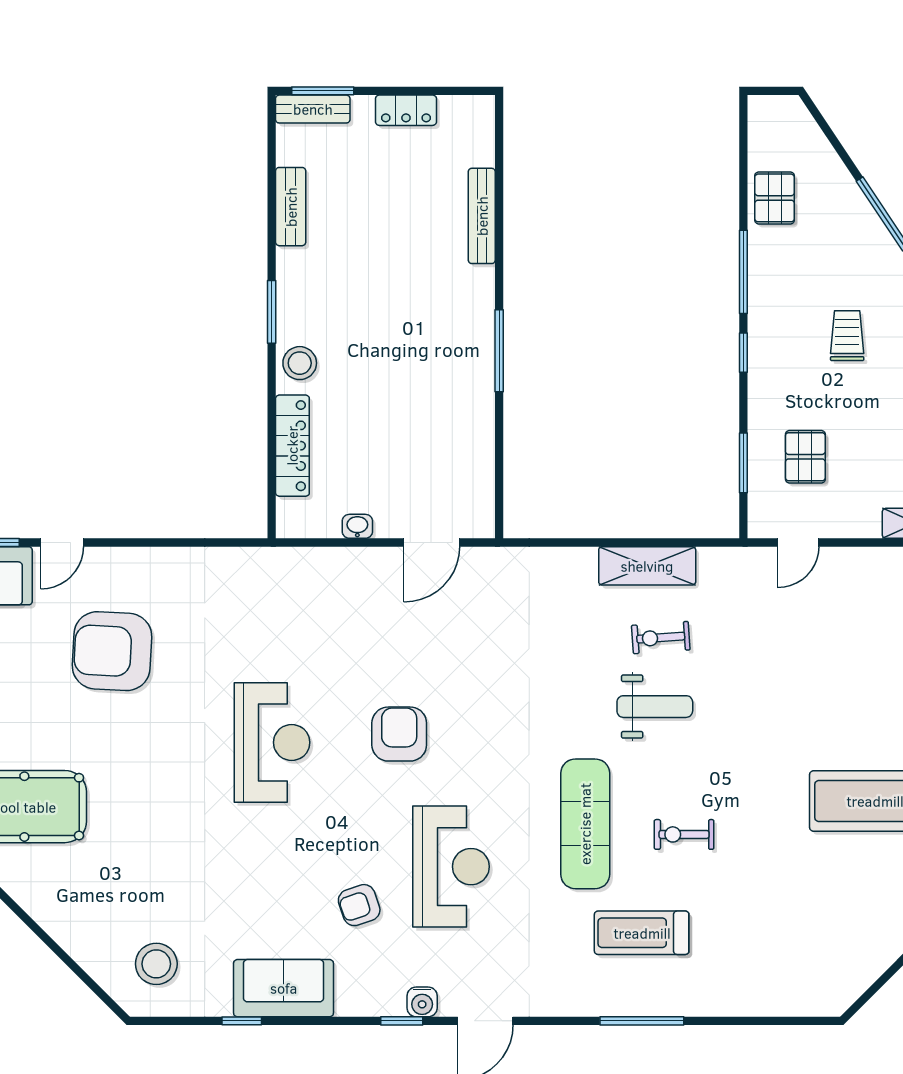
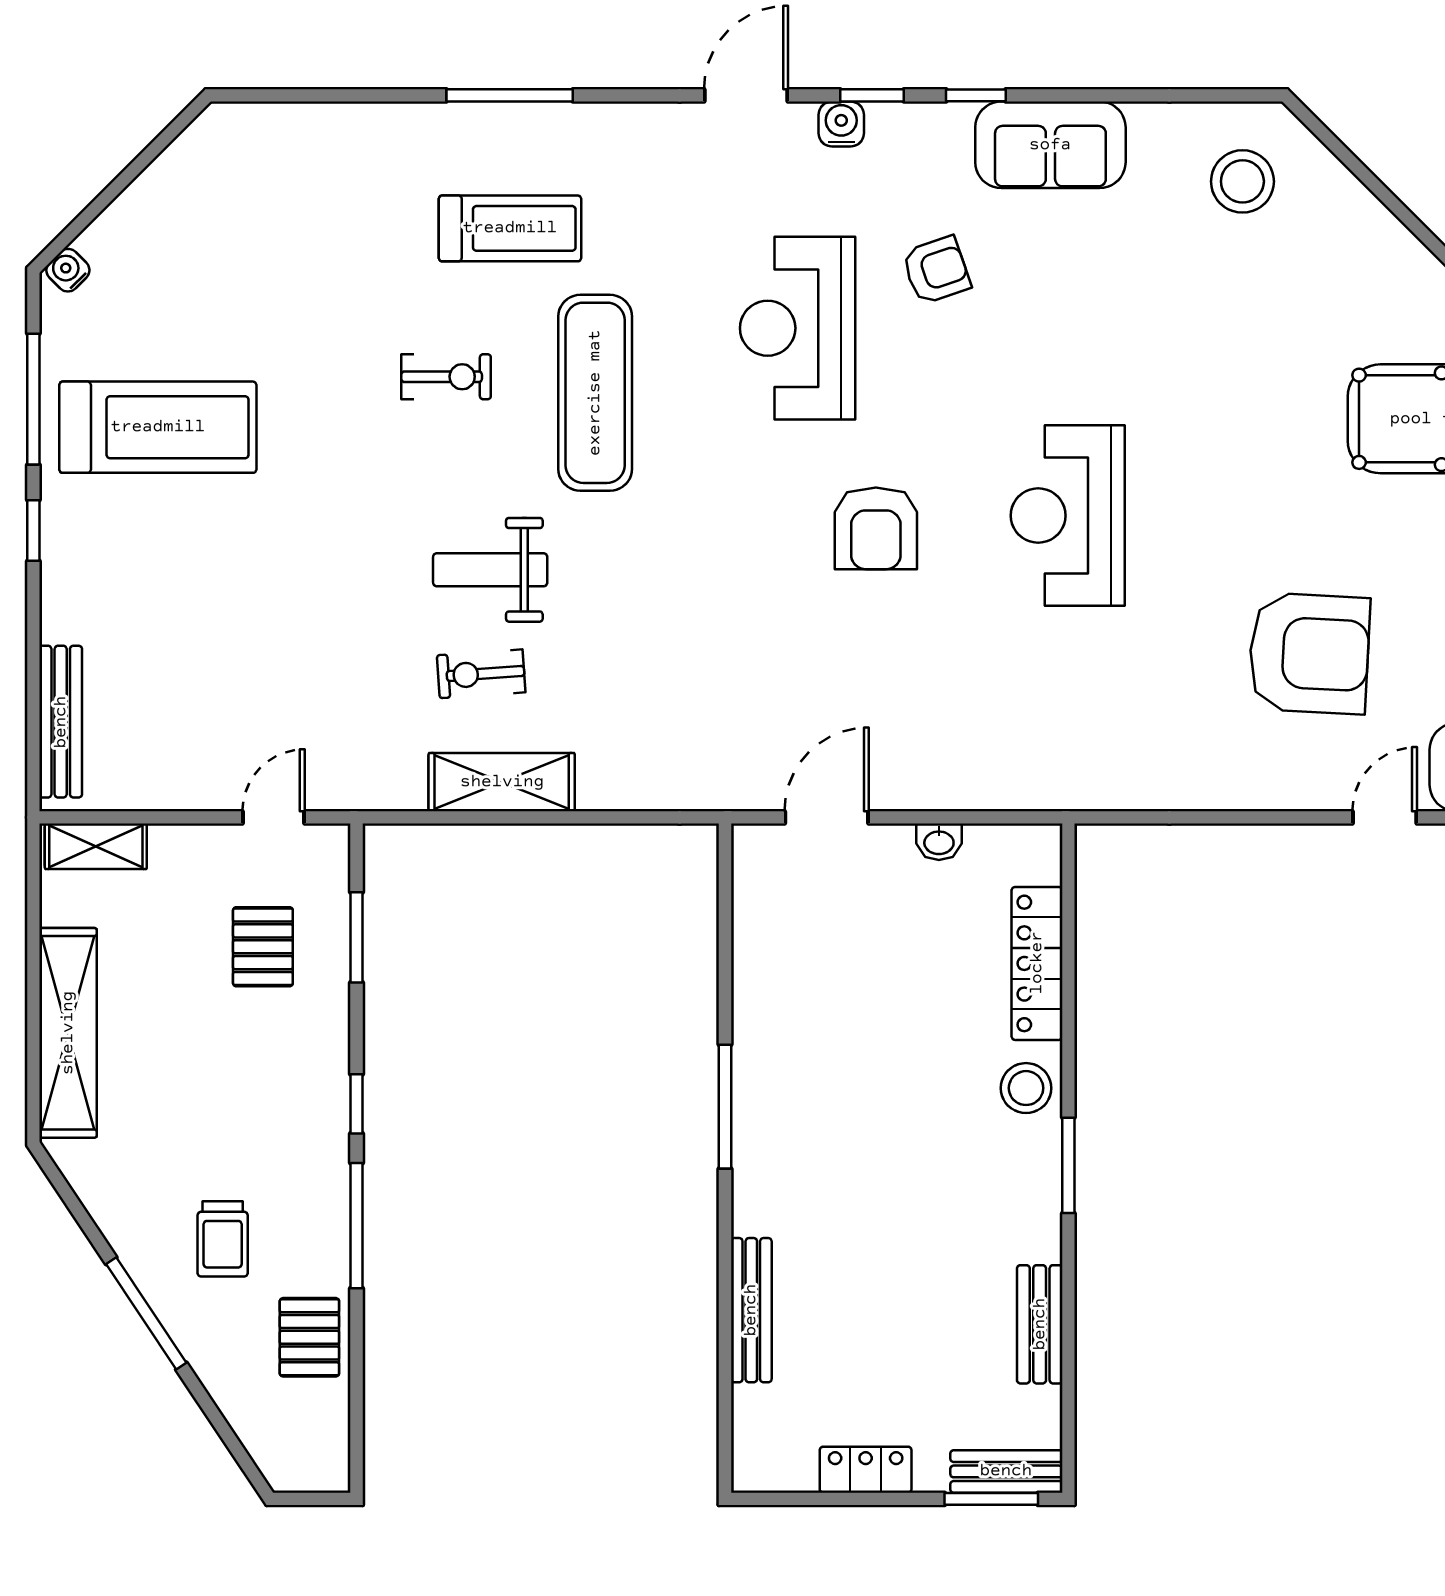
trolley: (847, 336) -> (223, 1239), moved
exercise bike: (661, 638) -> (481, 674), turned 180
window: (242, 1021) -> (976, 95), moved

